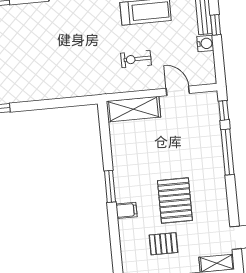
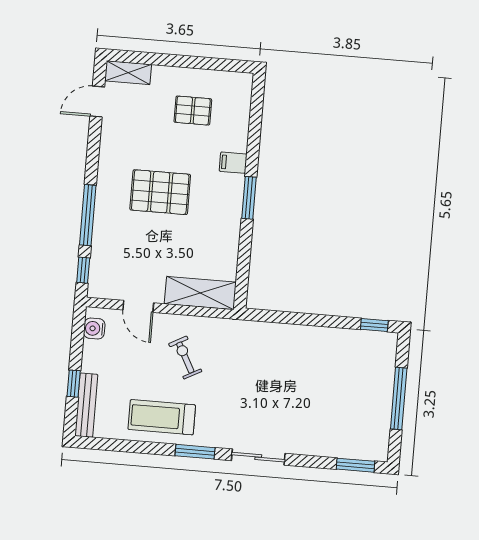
water cooler: (205, 43) -> (94, 329), moved
exercise bike: (136, 59) -> (185, 358), turned -118
pallet: (175, 201) -> (160, 192), moved, turned 90

